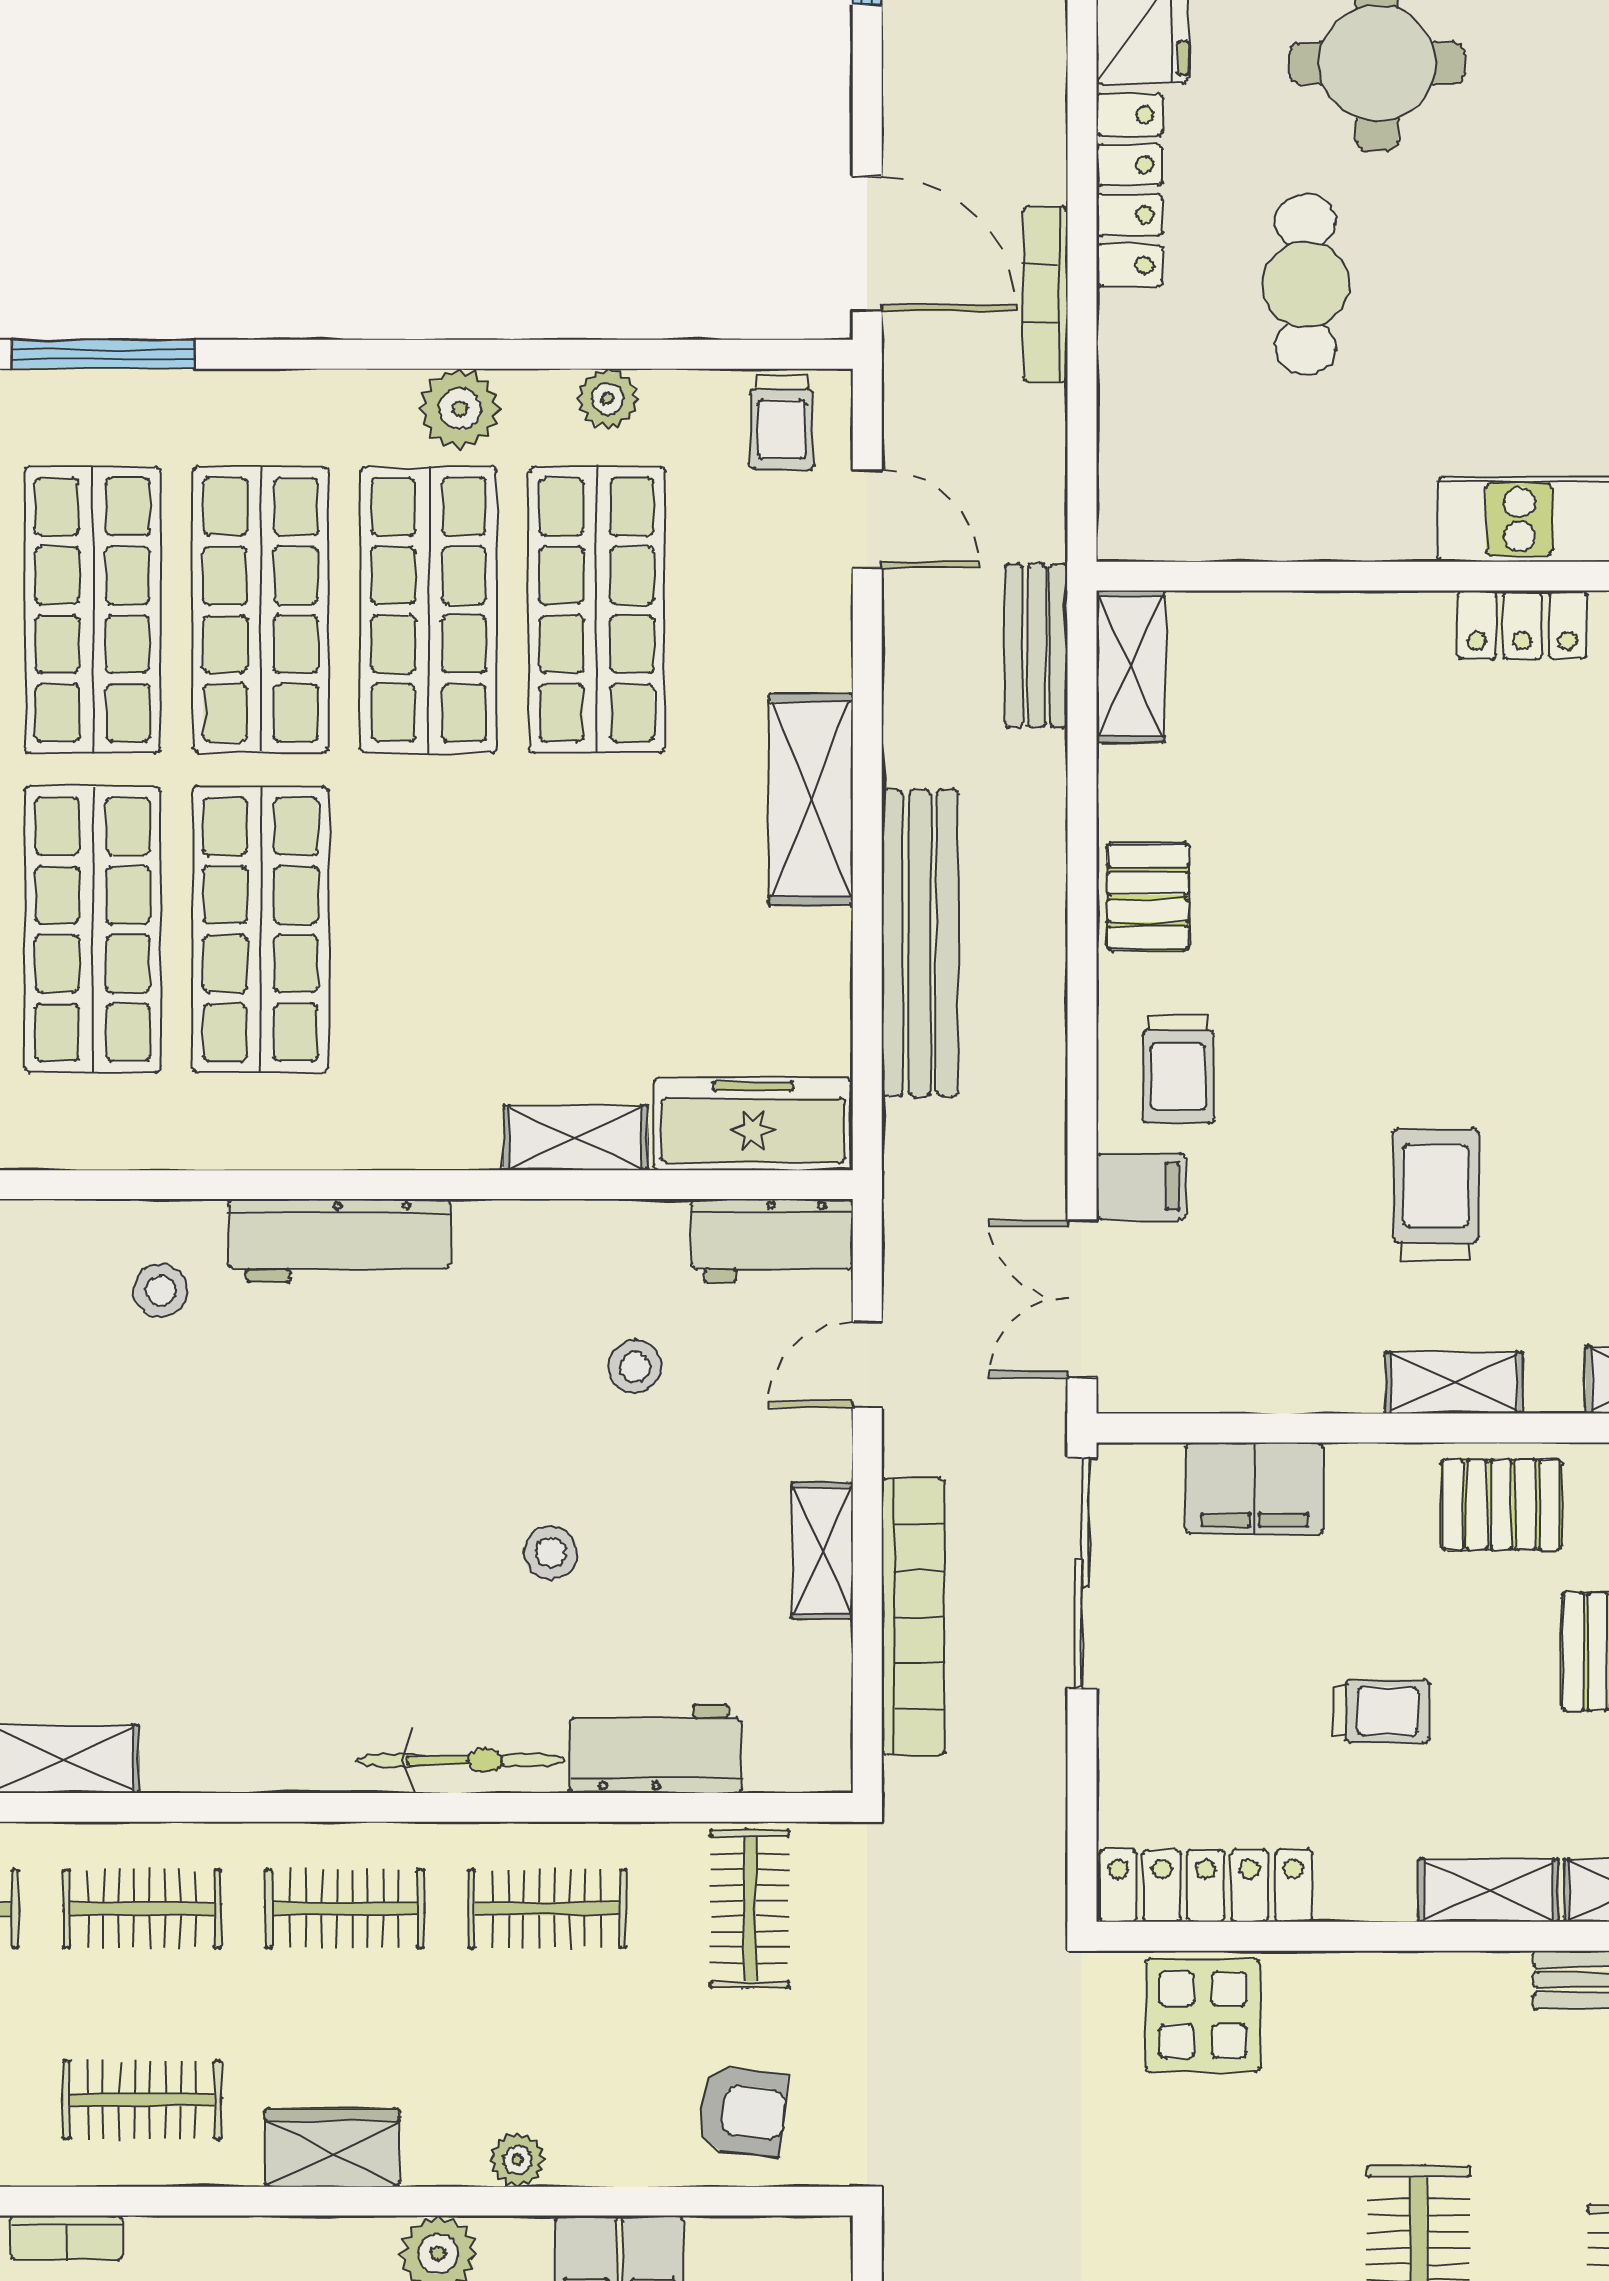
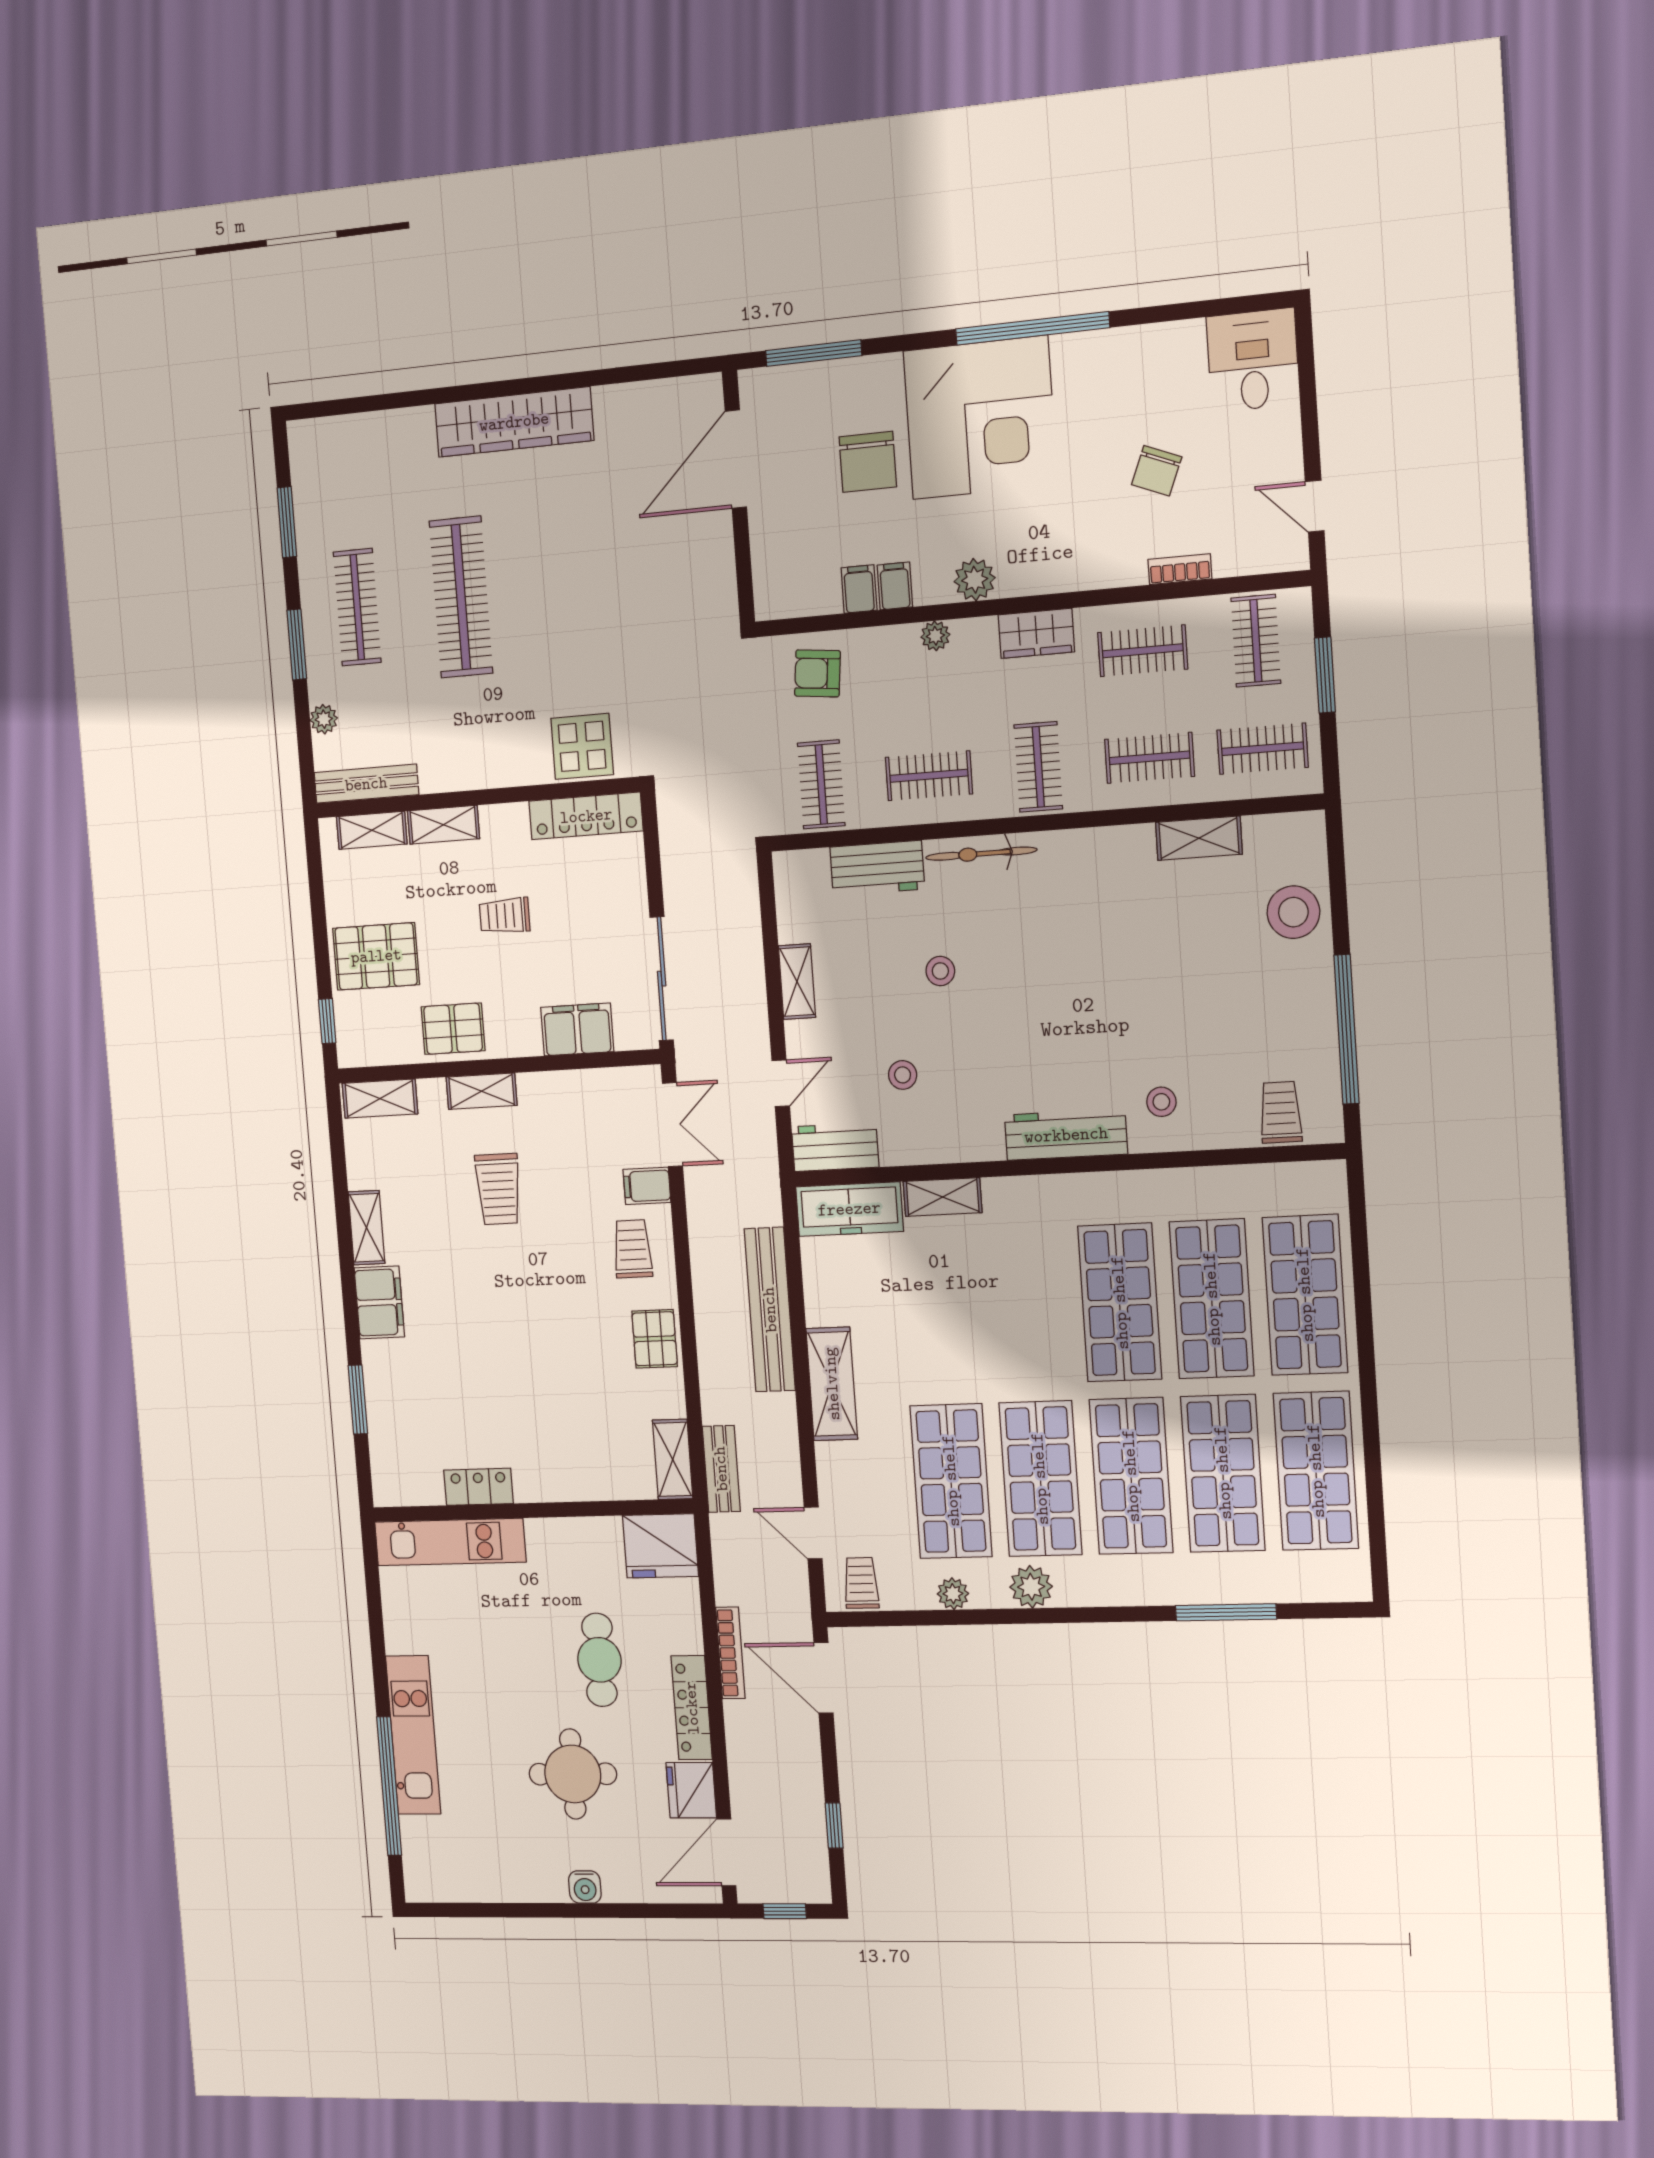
fridge: (1167, 502) -> (660, 1546), added
bookcase: (913, 1617) -> (747, 949), removed
clothes rail: (345, 1909) -> (1038, 767), turned 90

